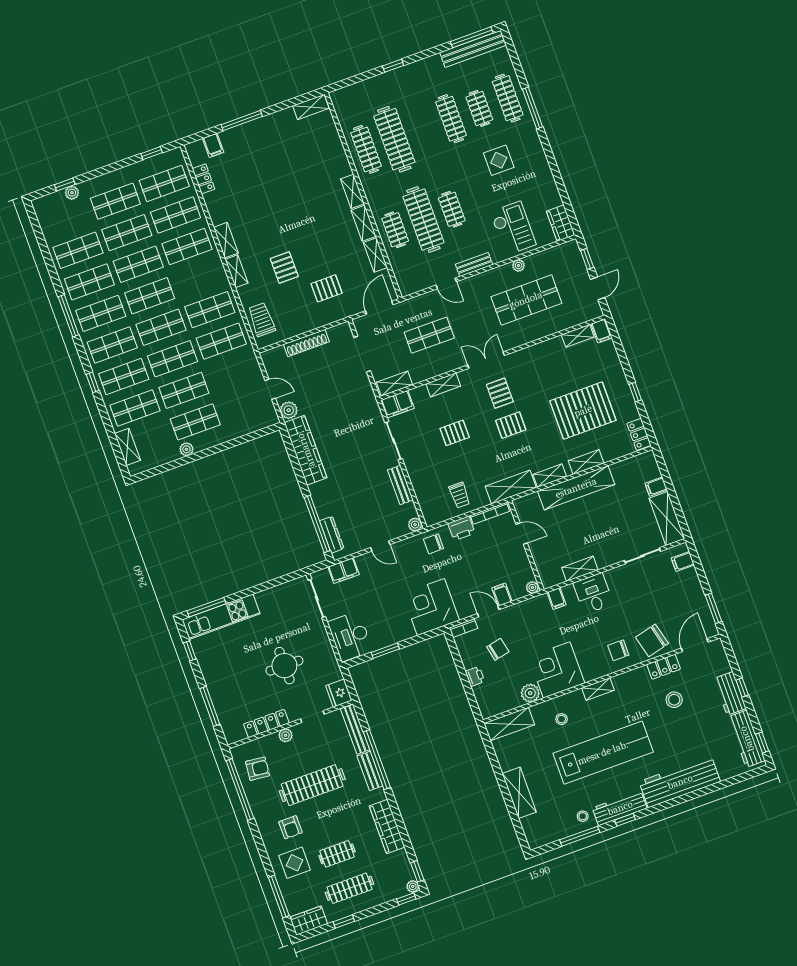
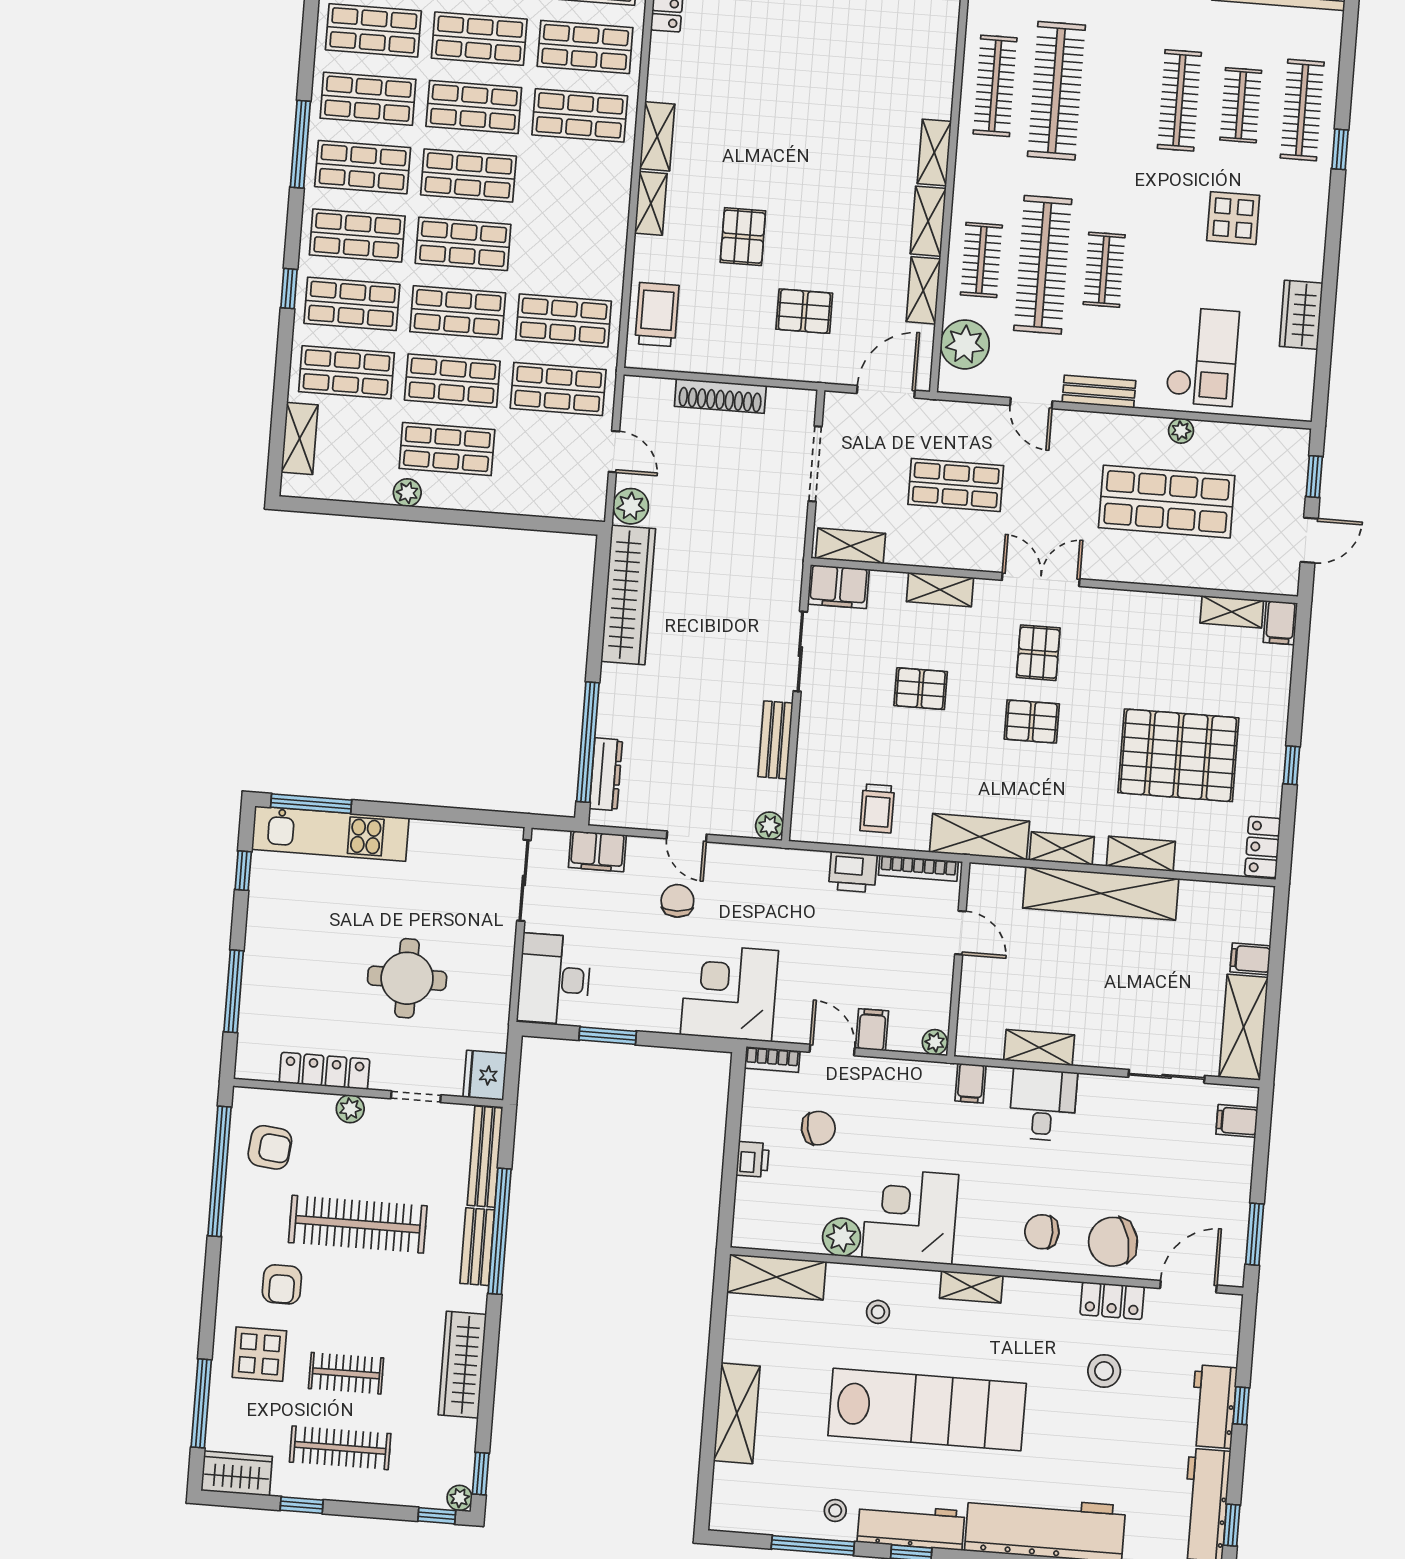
window: (532, 108) -> (1340, 149), width x0.46
wardrobe: (561, 223) -> (1301, 315), moved
plant: (405, 271) -> (965, 344), added
shop shelf: (210, 310) -> (558, 389), moved
chair: (434, 544) -> (677, 901), moved, turned 87

